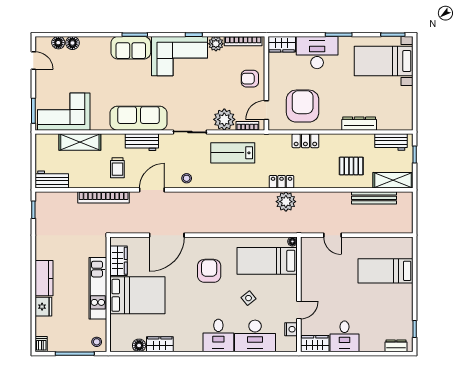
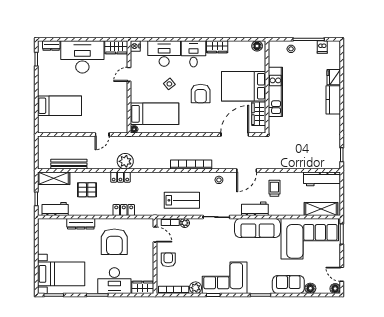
floor lamp: (58, 43) -> (335, 289), moved
sofa: (131, 48) -> (288, 285), moved
armchair: (250, 79) -> (168, 260), turned -90
armchair: (303, 106) -> (114, 242), moved
door: (266, 110) -> (155, 234), hinge flipped
corner sofa: (64, 112) -> (310, 239), width x1.36, depth x1.36
plant: (224, 119) -> (185, 223), width x0.53, depth x0.53
shelving: (80, 142) -> (321, 209), moved
workbench: (52, 180) -> (322, 179), width x1.38
locker: (282, 182) -> (120, 177), moved
bookcase: (104, 197) -> (191, 165), moved
plant: (286, 202) -> (125, 161), moved
door: (332, 235) -> (102, 134), swing flipped
wardrobe: (119, 261) -> (259, 114), moved
armchair: (209, 271) -> (201, 94), moved
kitchen unit: (98, 288) -> (275, 92), moved
wall: (108, 294) -> (267, 87), moved
bed: (137, 295) -> (244, 86), moved
nightstand: (291, 329) -> (135, 46), moved
desk: (344, 336) -> (82, 57), width x1.87, depth x1.30
dishwasher: (41, 344) -> (322, 47), moved
wardrobe: (160, 344) -> (217, 47), moved

